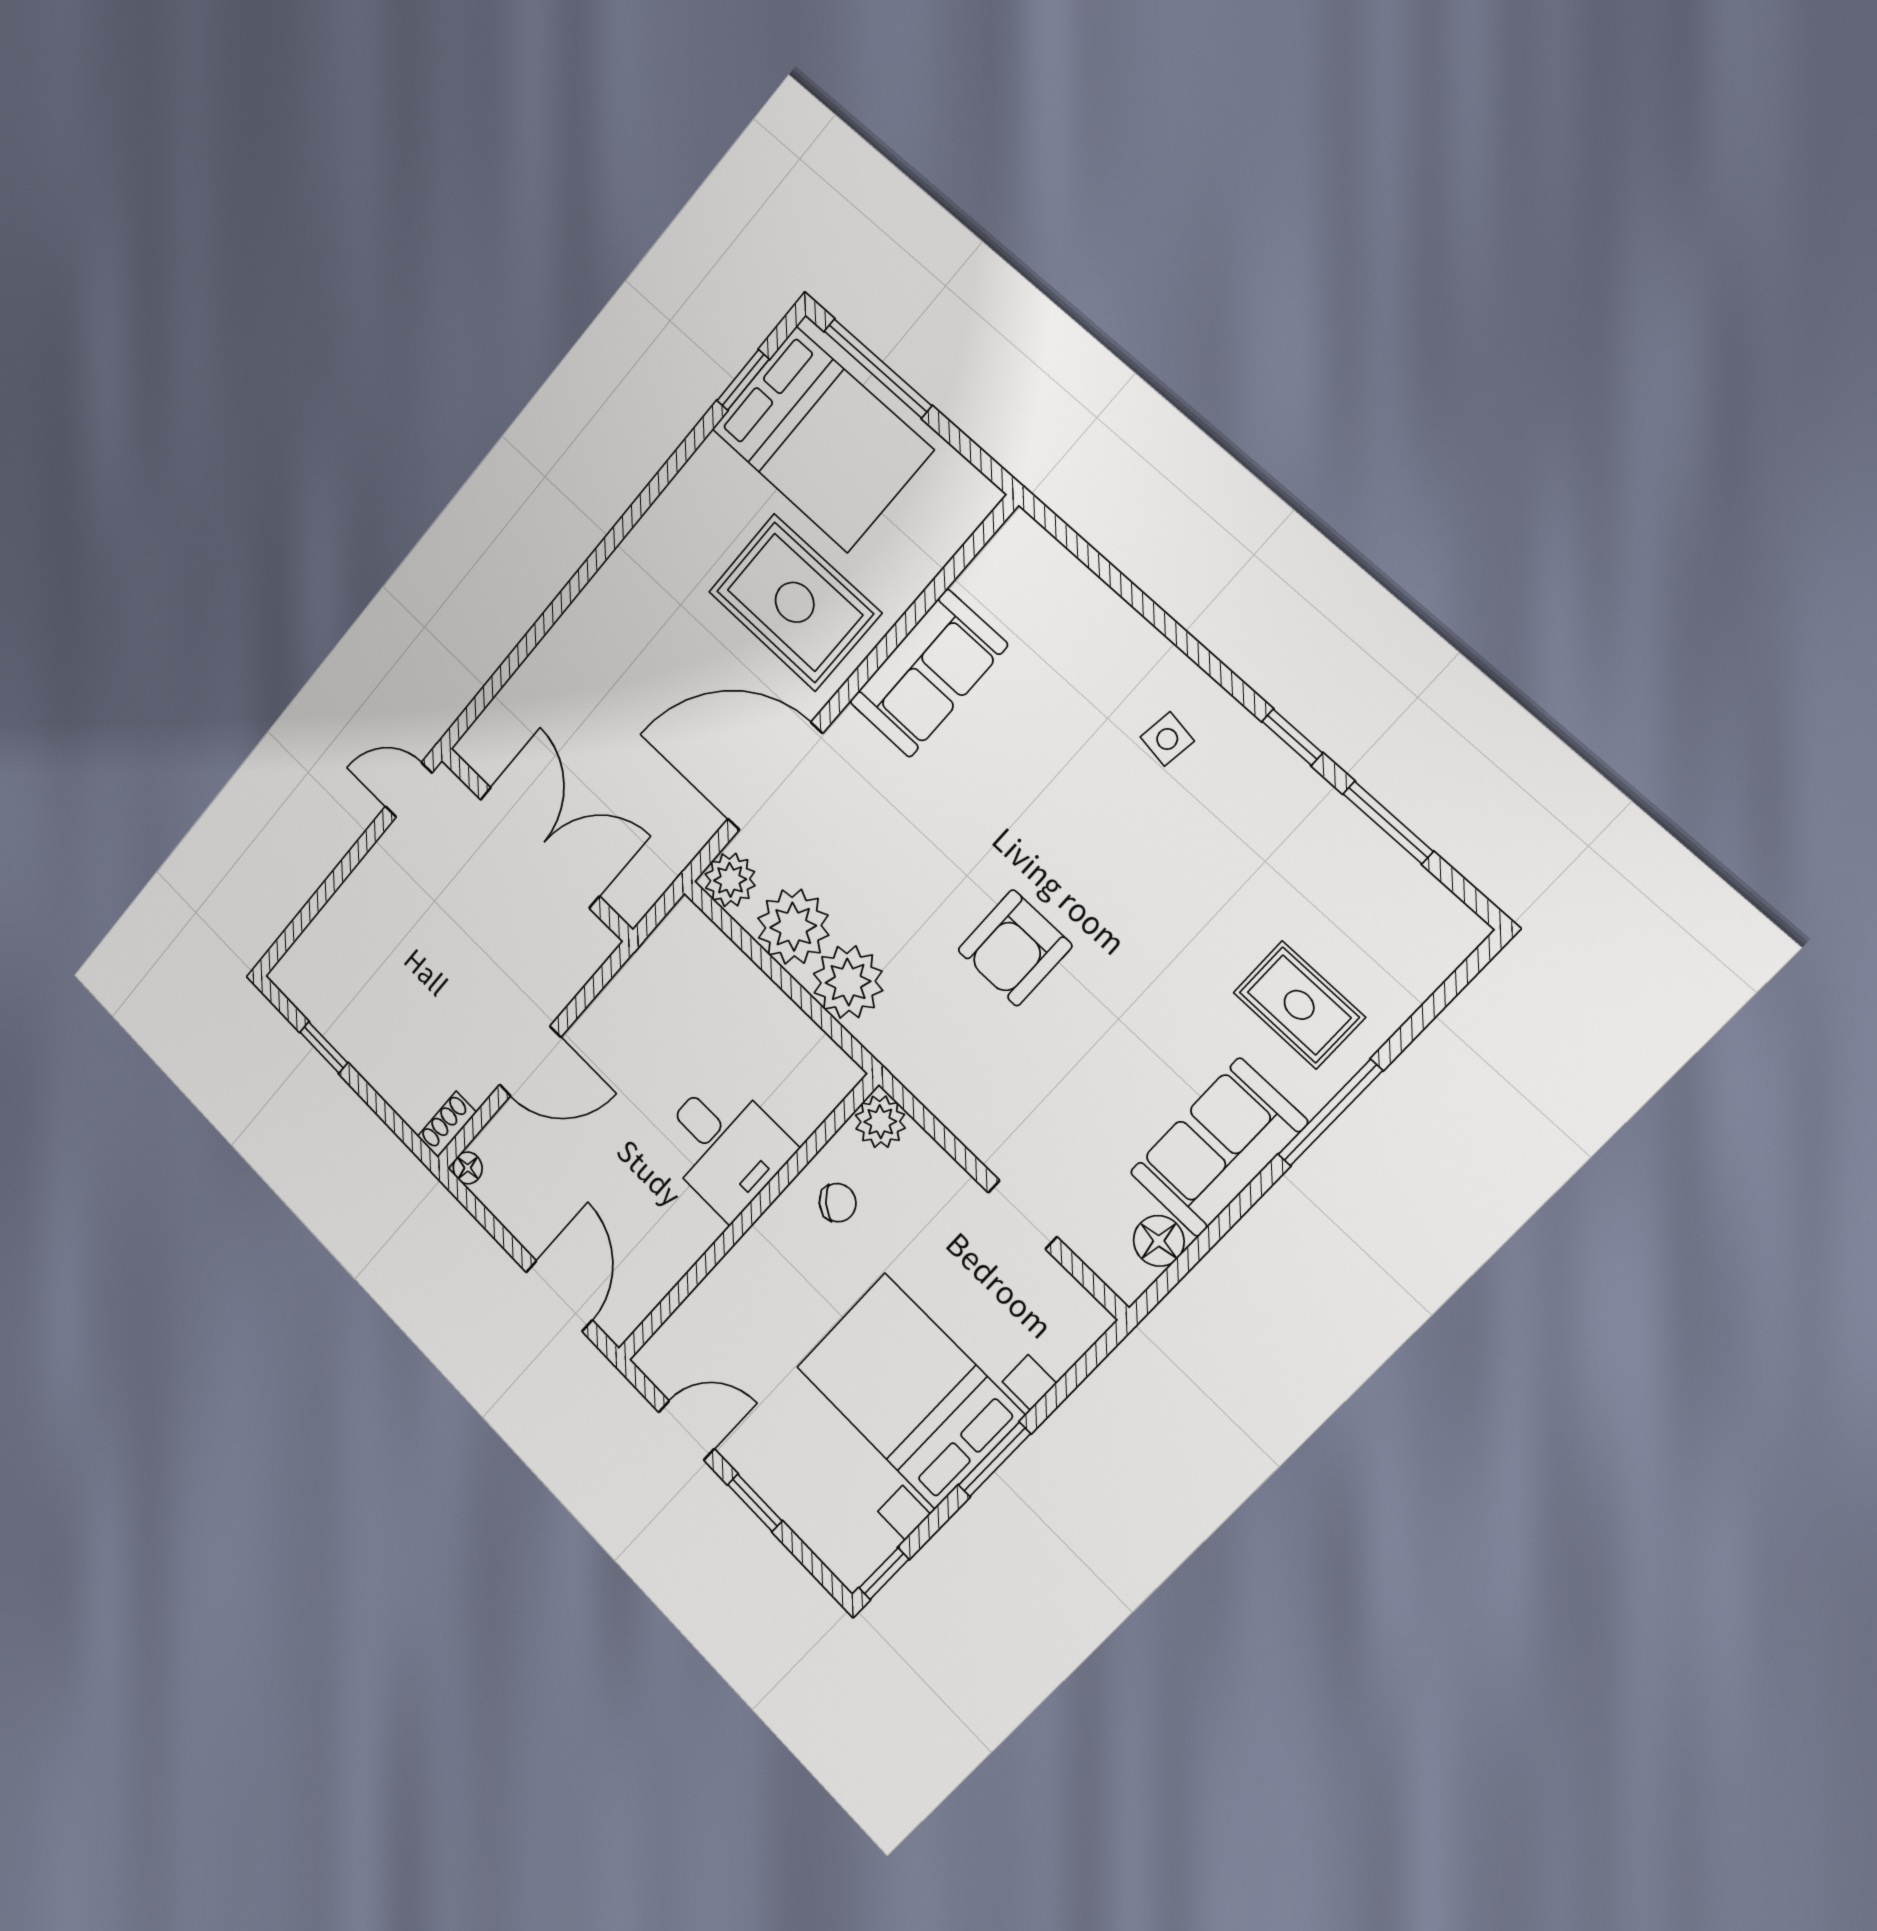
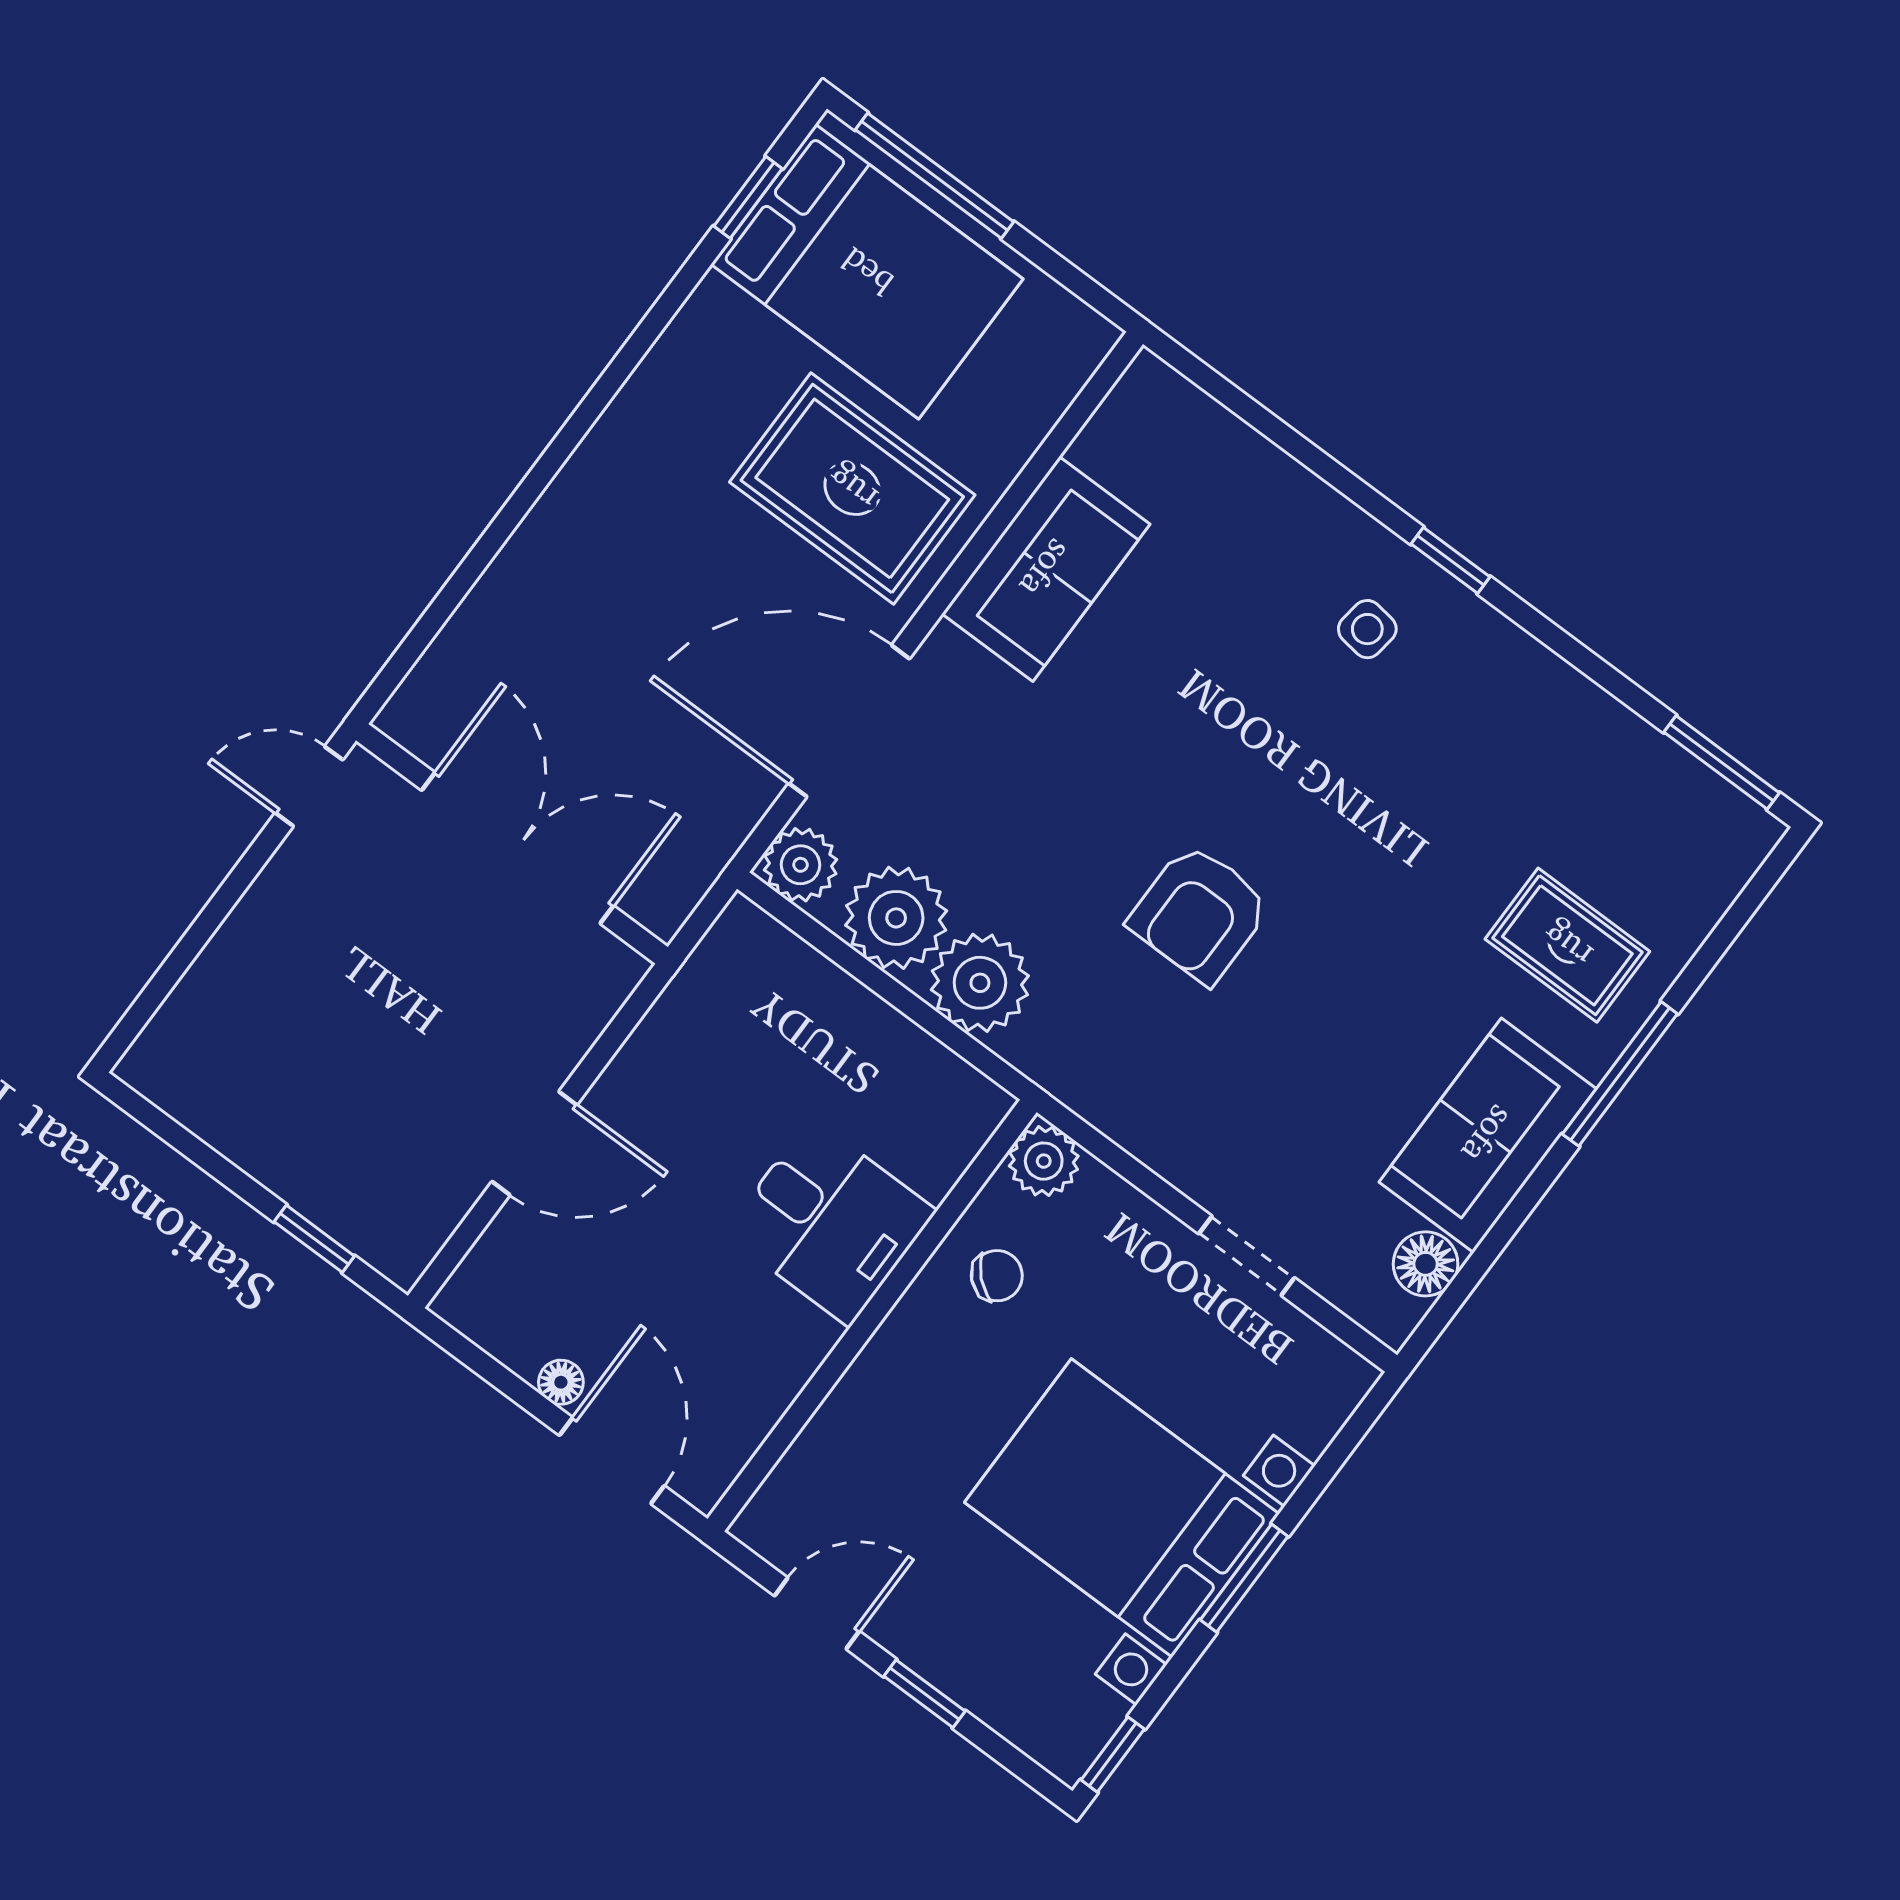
window: (1292, 737) -> (1451, 560), moved
window: (1388, 822) -> (1722, 762), moved
window: (324, 1047) -> (314, 1239), moved
shoe rack: (447, 1124) -> (417, 1247), removed
floor lamp: (468, 1168) -> (561, 1382), moved

